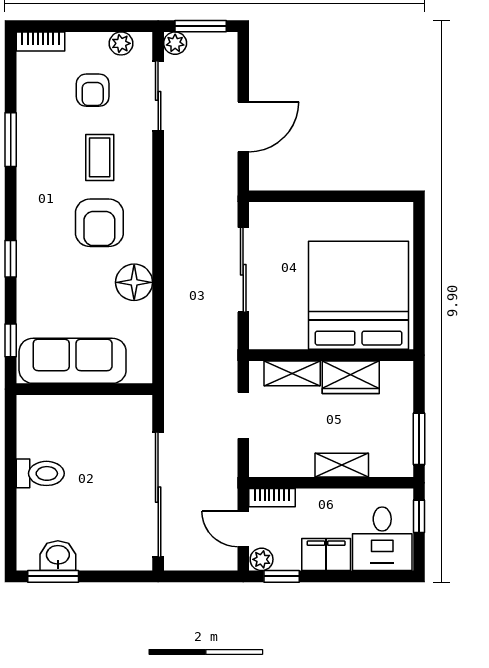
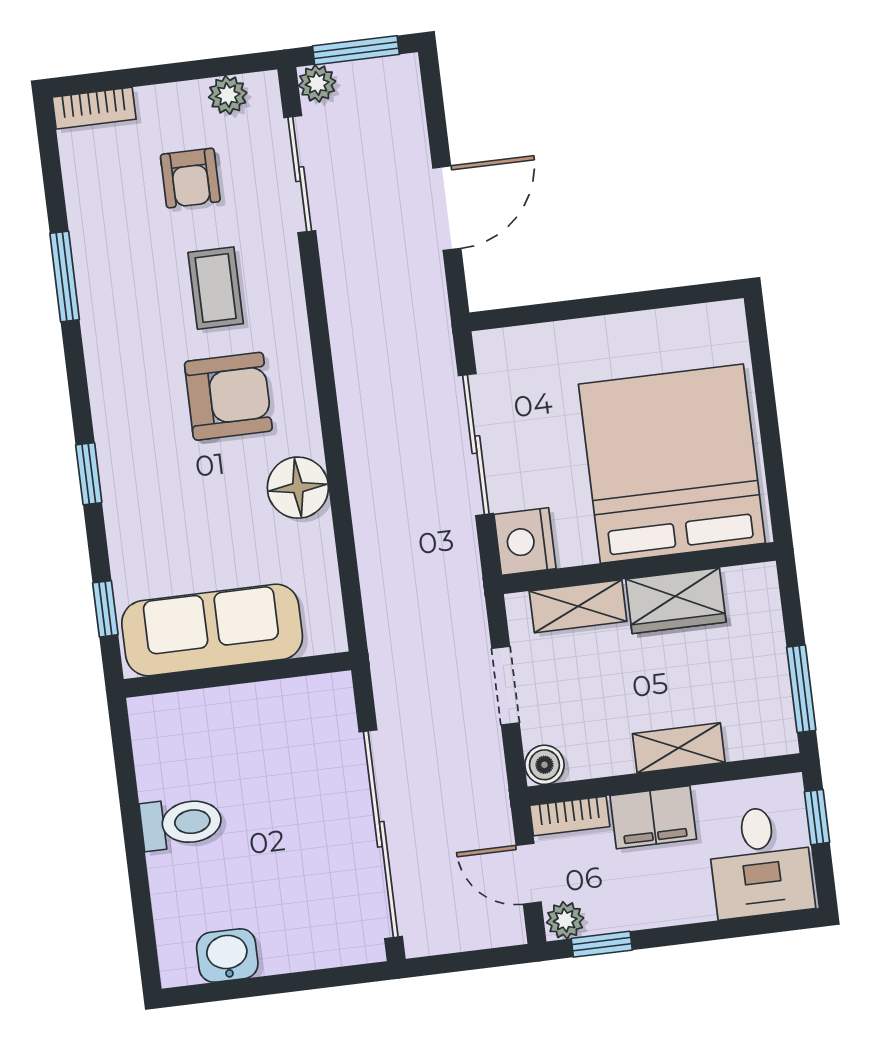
armchair: (99, 223) -> (228, 396), turned -90
nightstand: (265, 331) -> (525, 542), added
boiler: (261, 465) -> (544, 765), added
filing cabinet: (326, 555) -> (653, 817), moved, turned 180
window: (53, 576) -> (224, 991), removed

